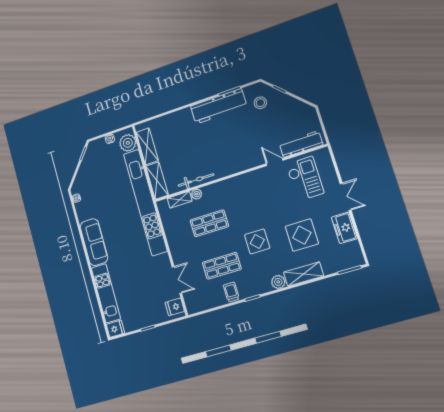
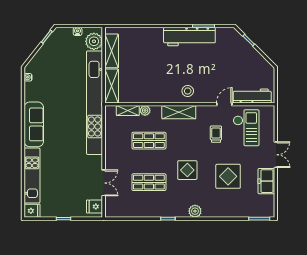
stool: (260, 103) -> (188, 91), moved
door: (275, 162) -> (224, 104), hinge flipped
bicycle: (196, 180) -> (148, 97), removed
shelving: (304, 274) -> (179, 112), moved
trolley: (231, 292) -> (216, 134), moved

